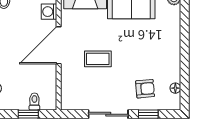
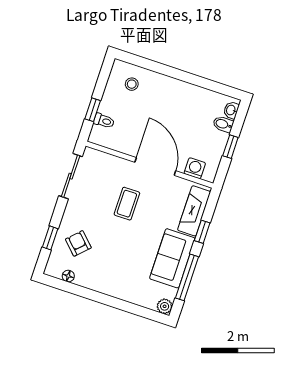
armchair: (145, 89) -> (78, 243), turned 140
sliding door: (108, 114) -> (71, 176), moved

